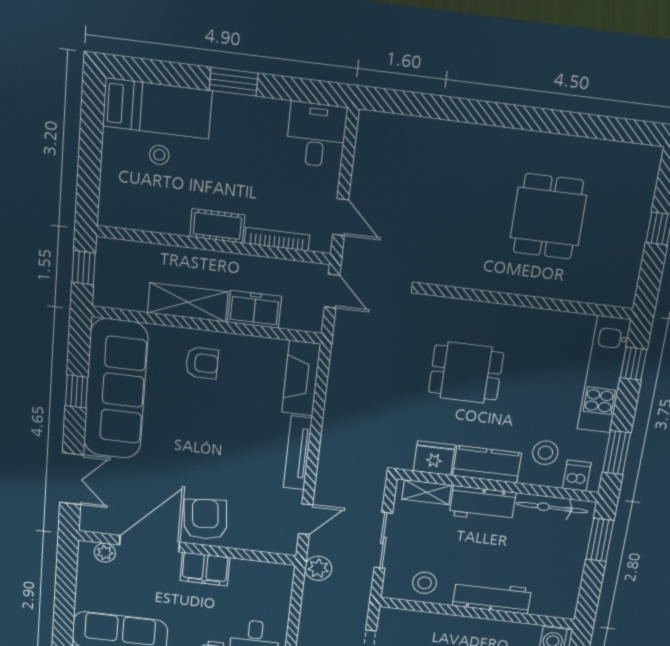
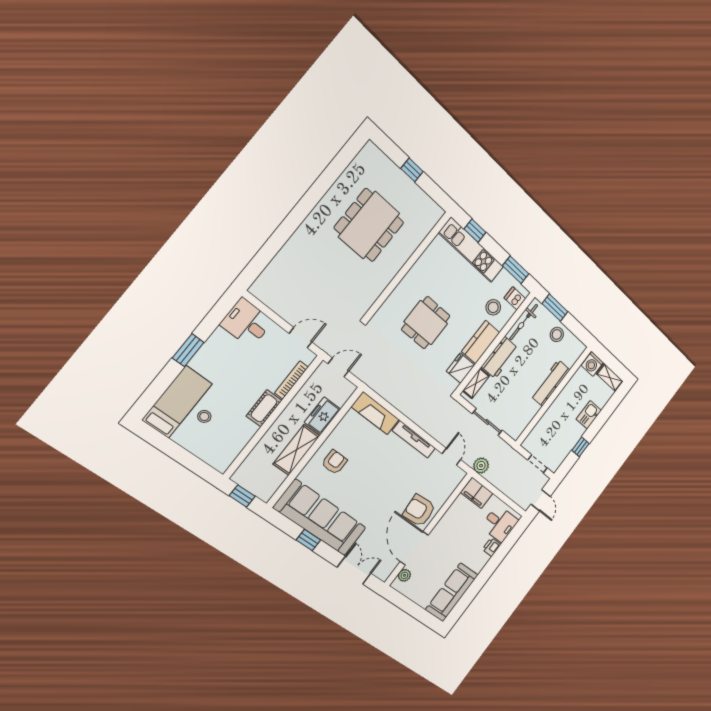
dining table: (548, 217) -> (369, 225), width x1.37
filing cabinet: (205, 569) -> (477, 493), moved, turned 90
stool: (425, 583) -> (557, 334), moved

